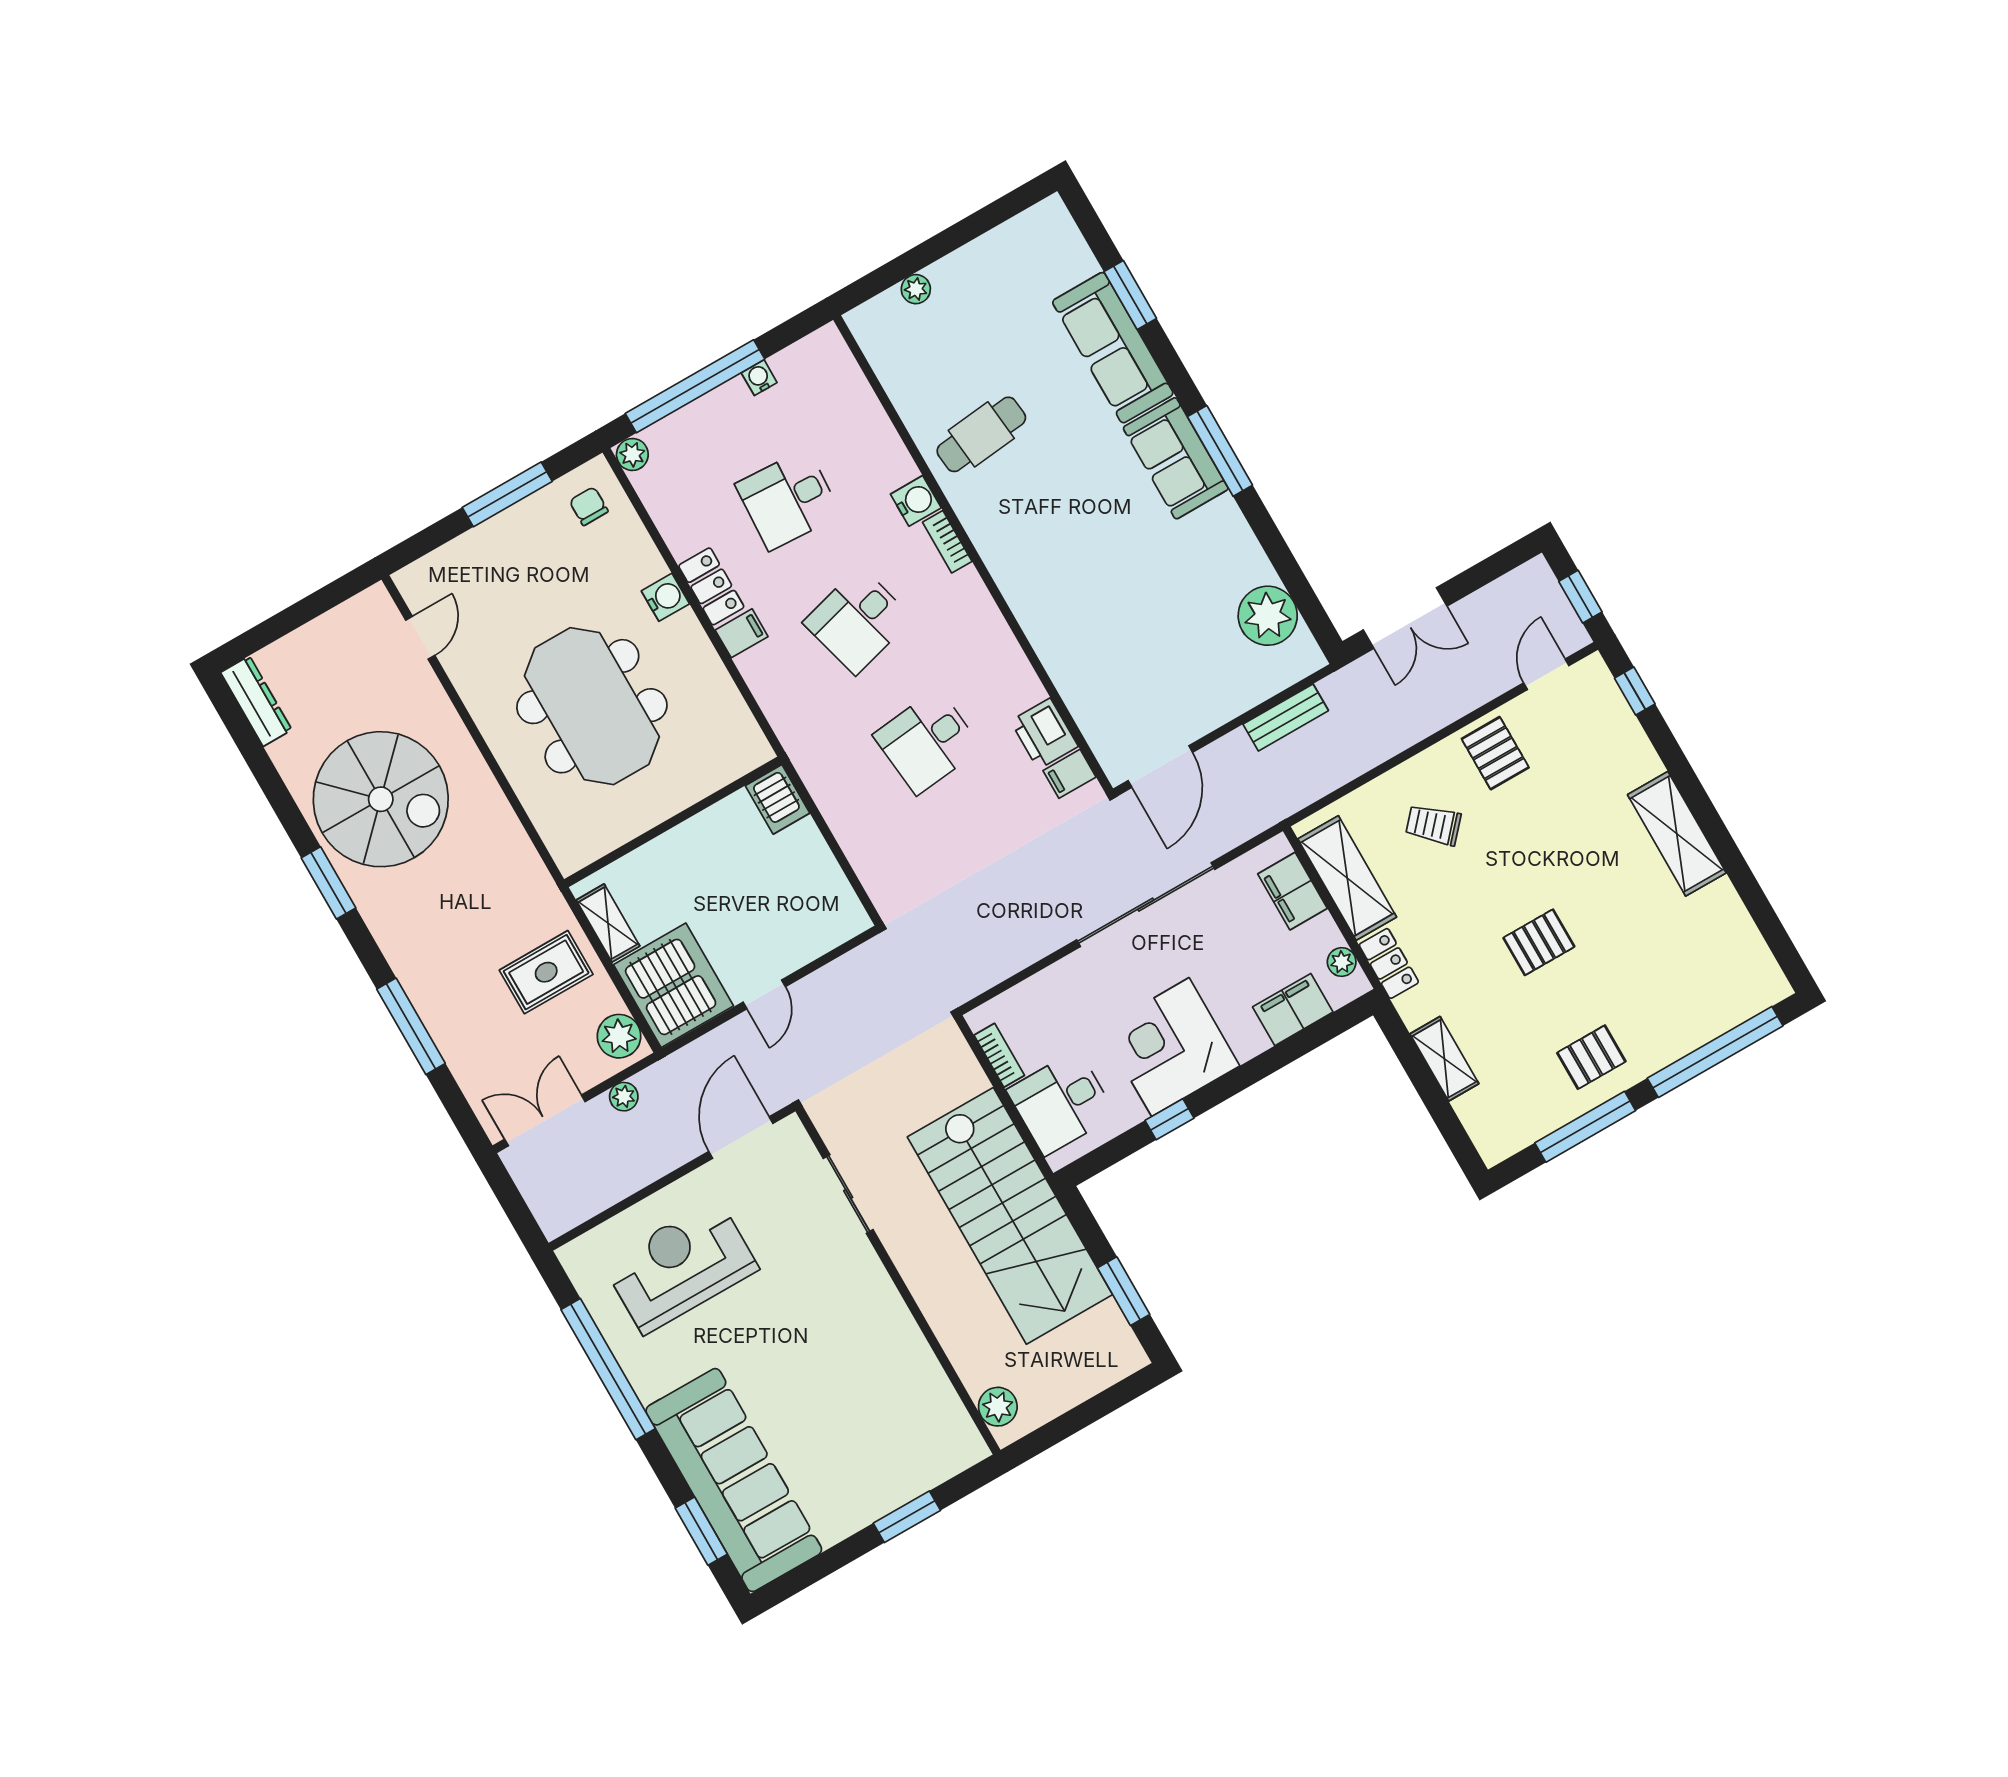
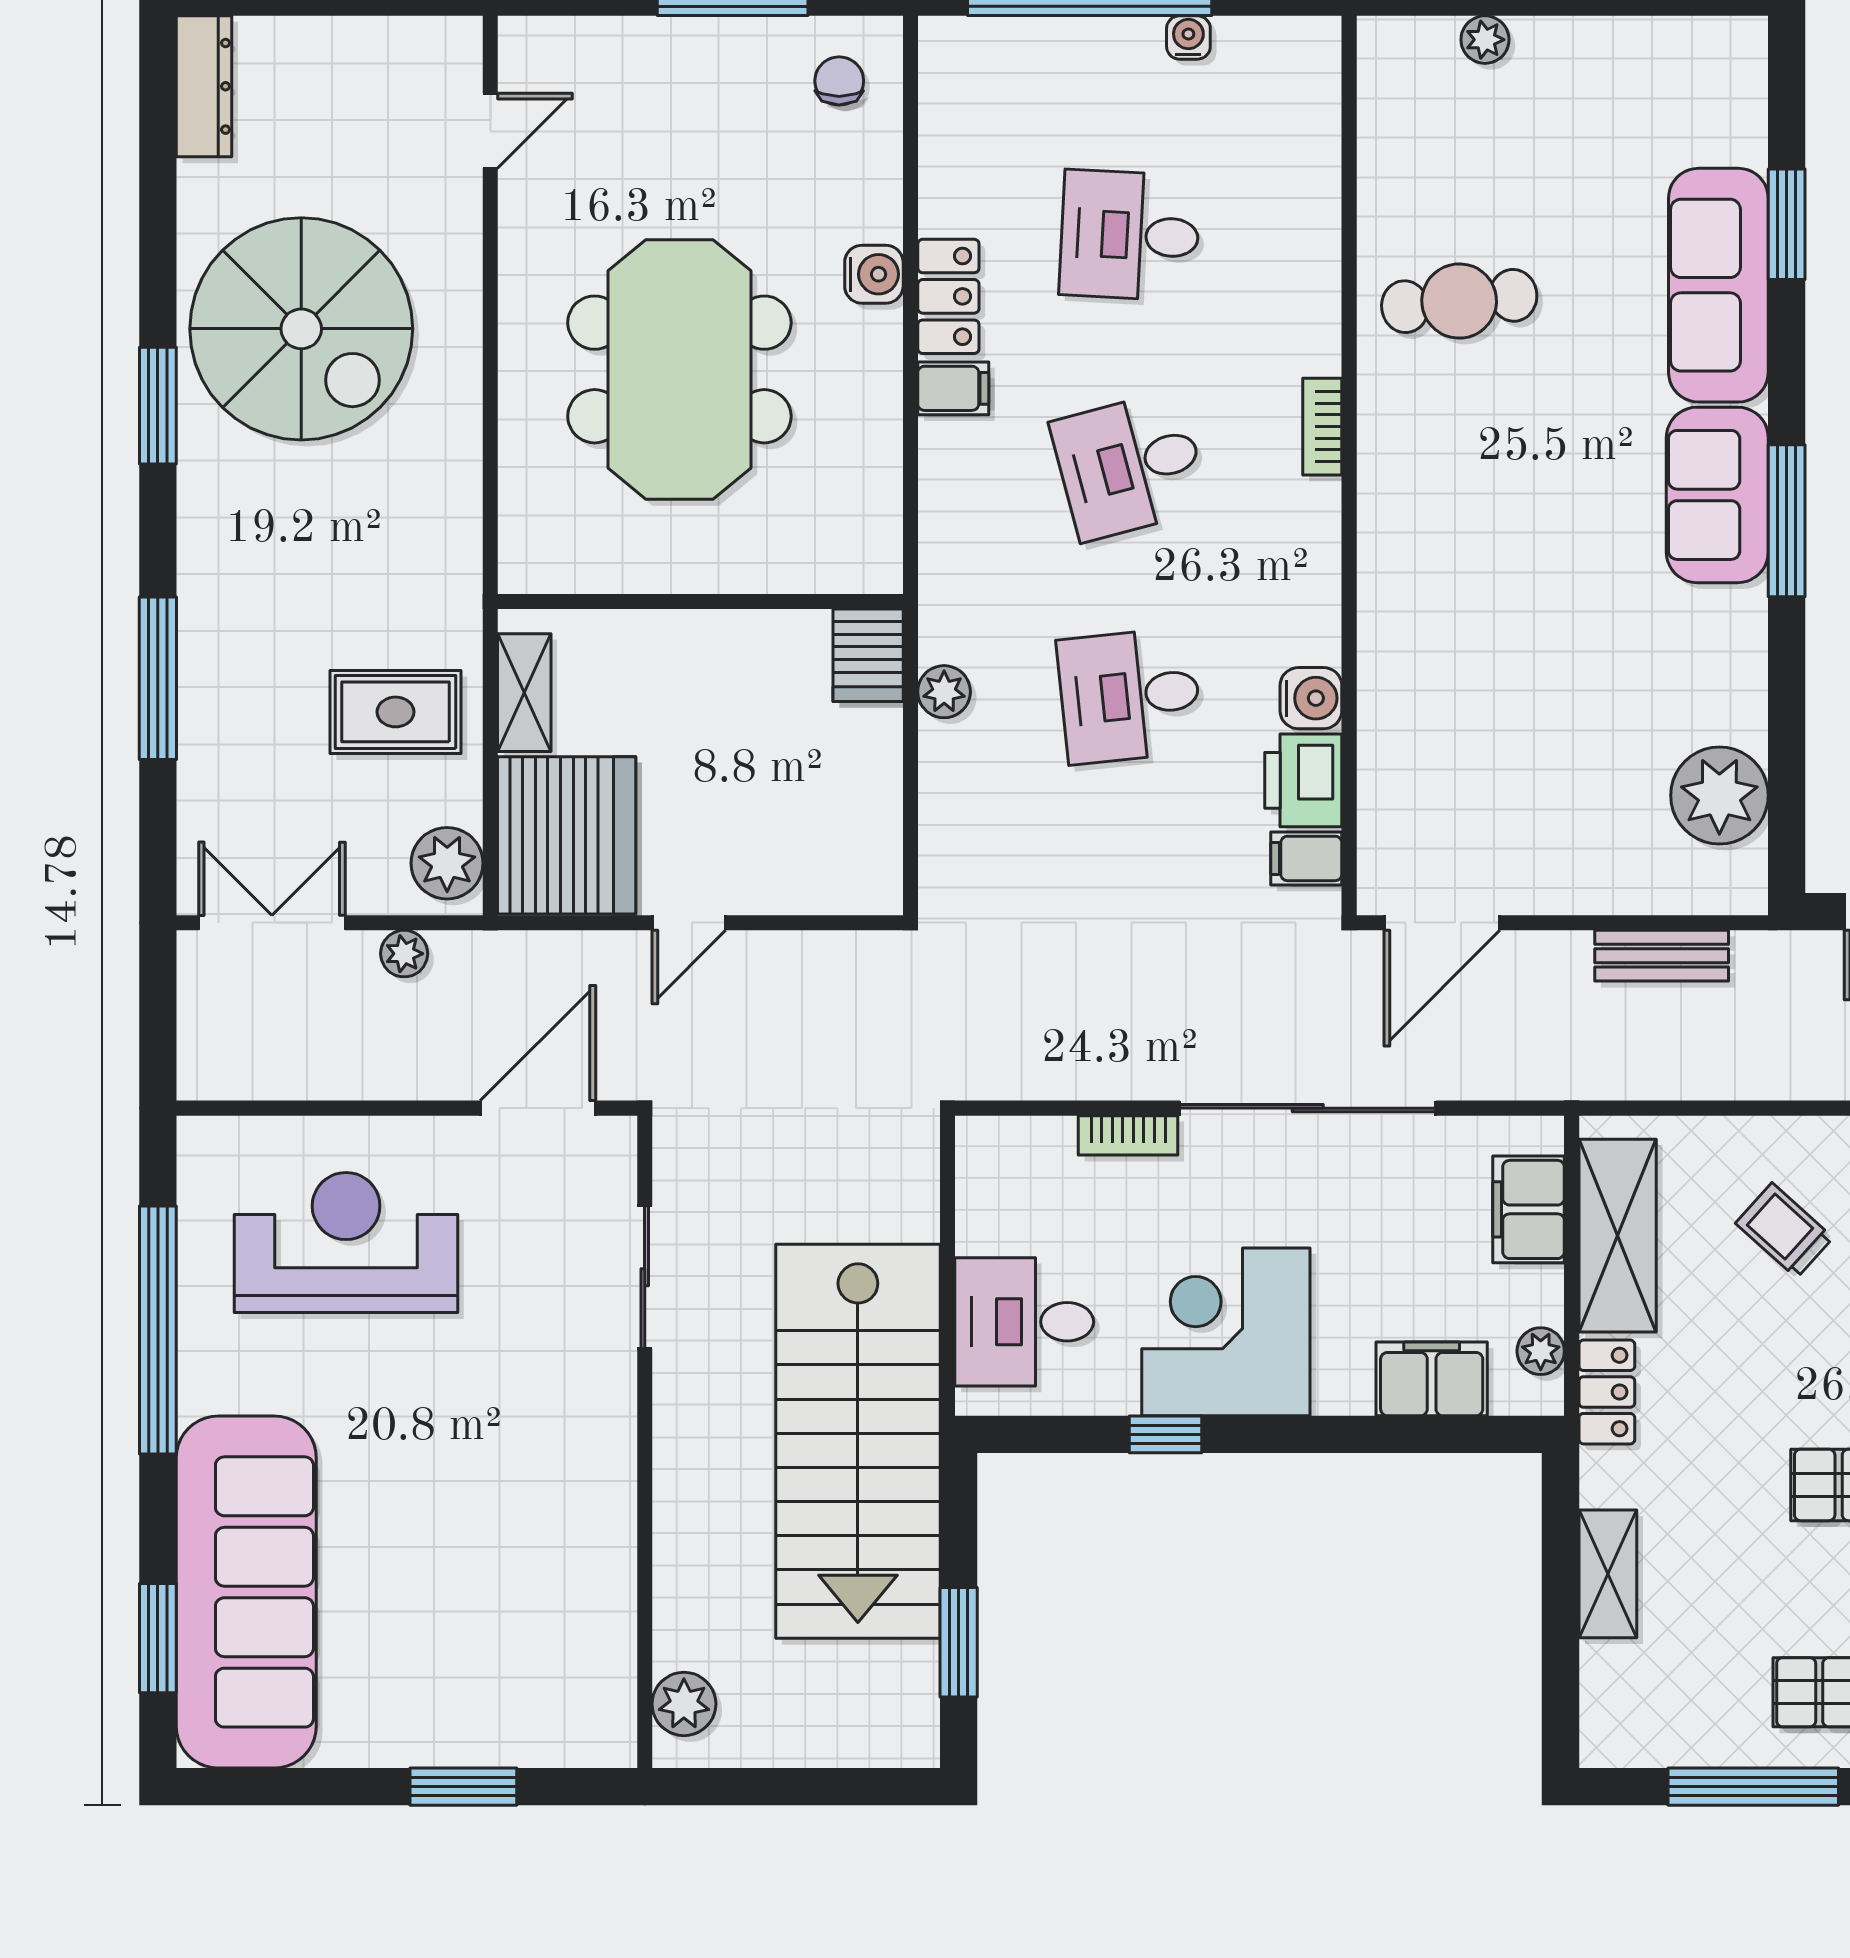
plant: (632, 454) -> (944, 692), moved
water cooler: (916, 501) -> (1311, 698), moved
bookcase: (999, 1055) -> (1128, 1135), moved, turned 90

